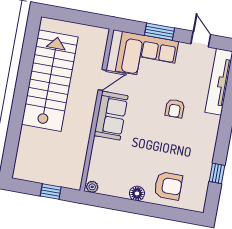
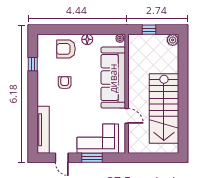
door: (102, 80) -> (127, 116), swing flipped
armchair: (175, 108) -> (65, 83), moved
sofa: (111, 116) -> (113, 78), width x1.85, depth x1.27
plant: (21, 172) -> (173, 40), added

